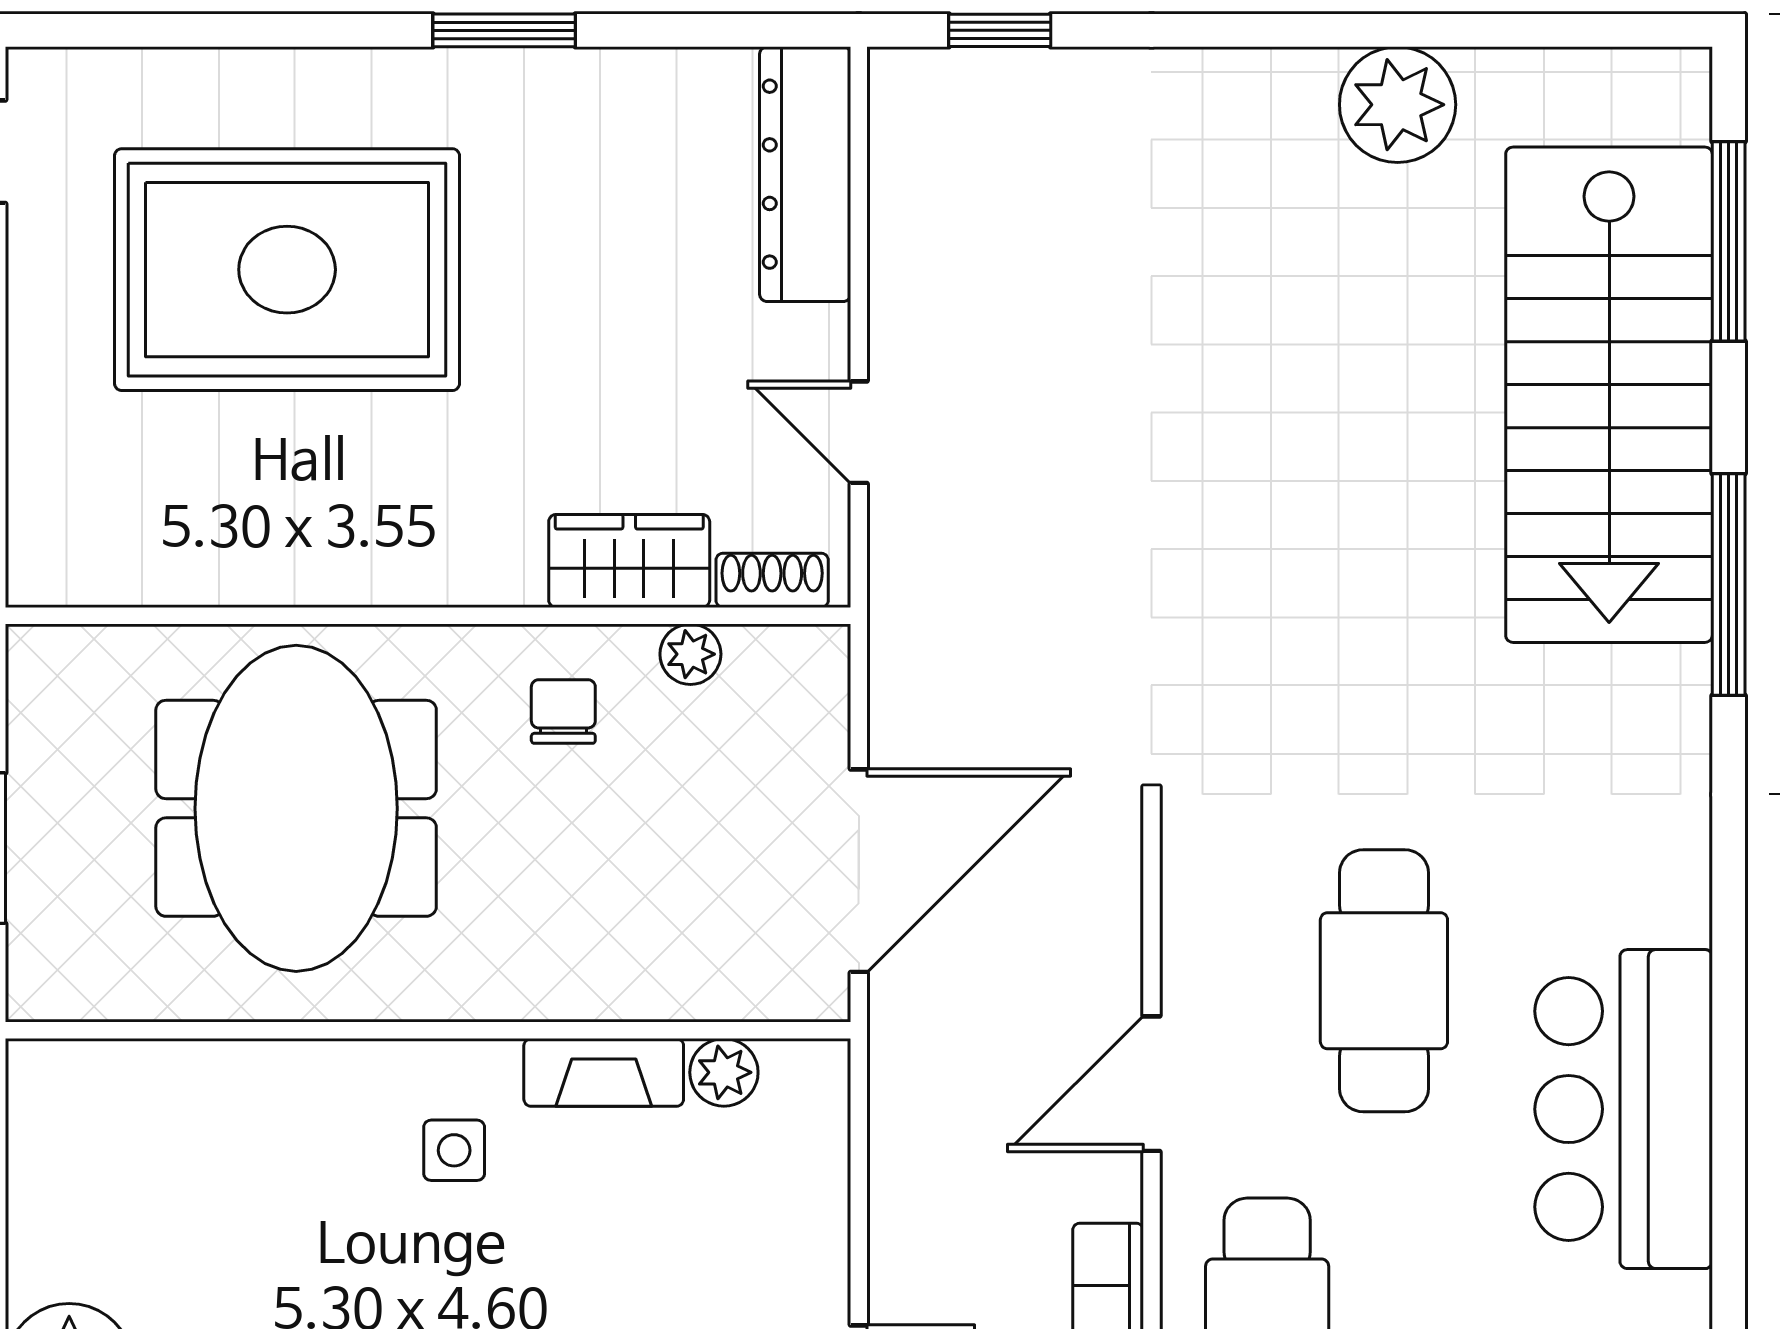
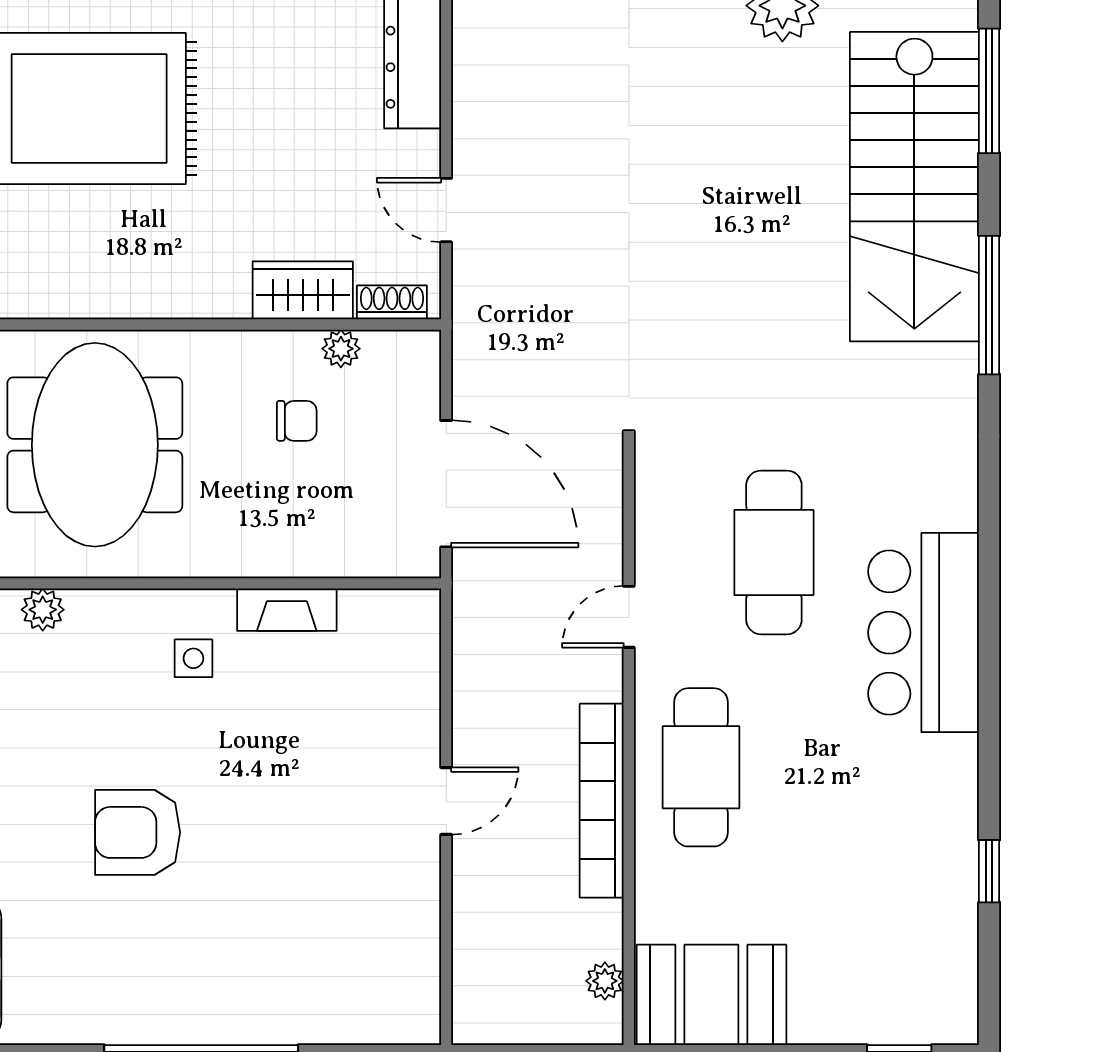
chair: (563, 712) -> (297, 421), moved, turned 90
door: (859, 871) -> (446, 484), hinge flipped
plant: (724, 1072) -> (43, 610), moved
door: (1151, 1084) -> (629, 617), width x0.73

